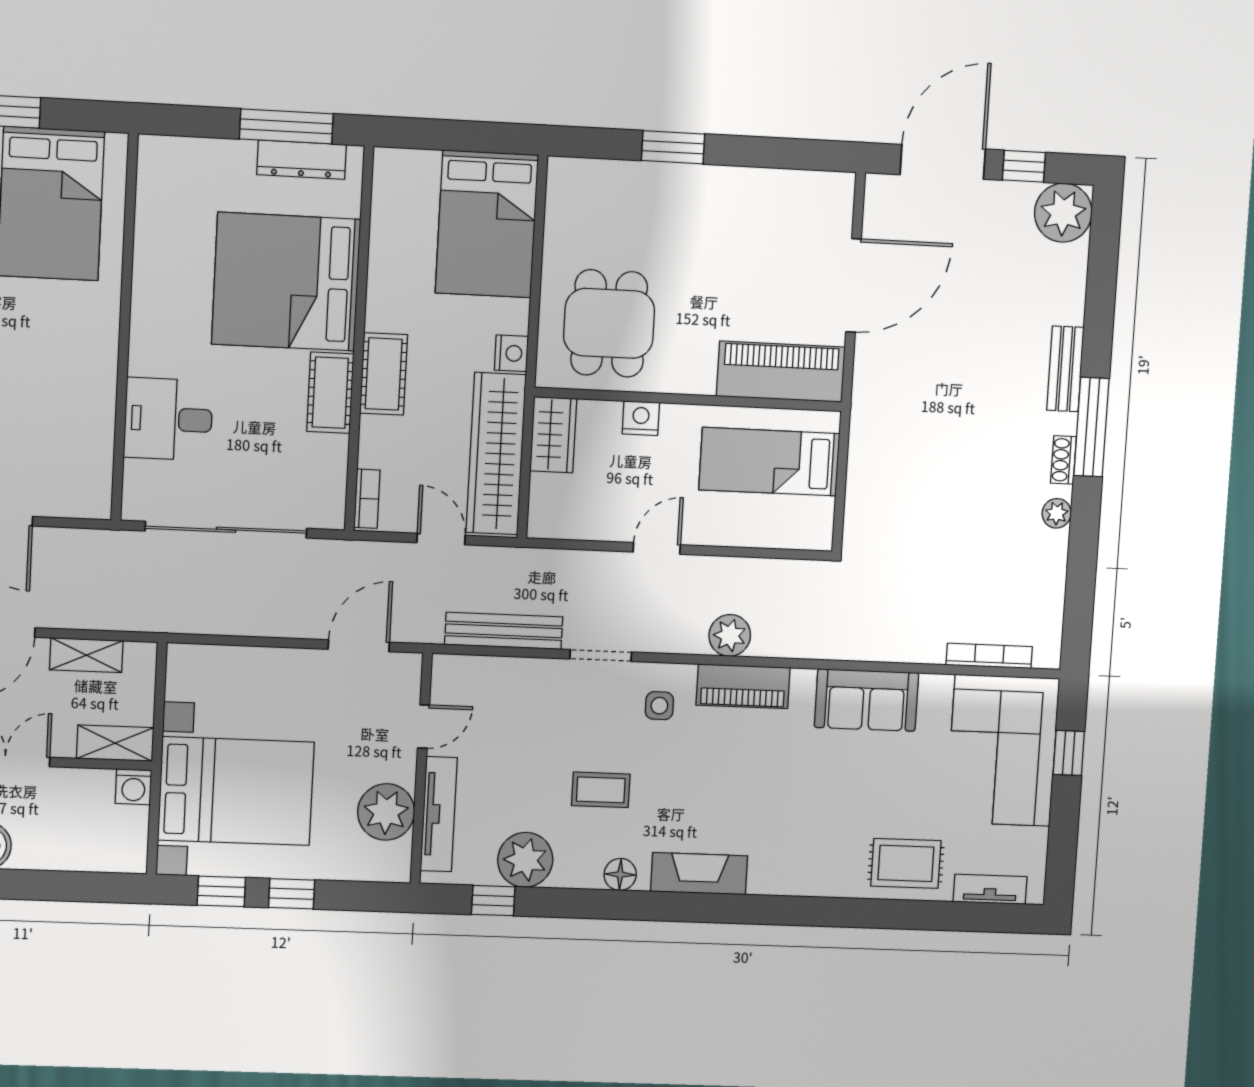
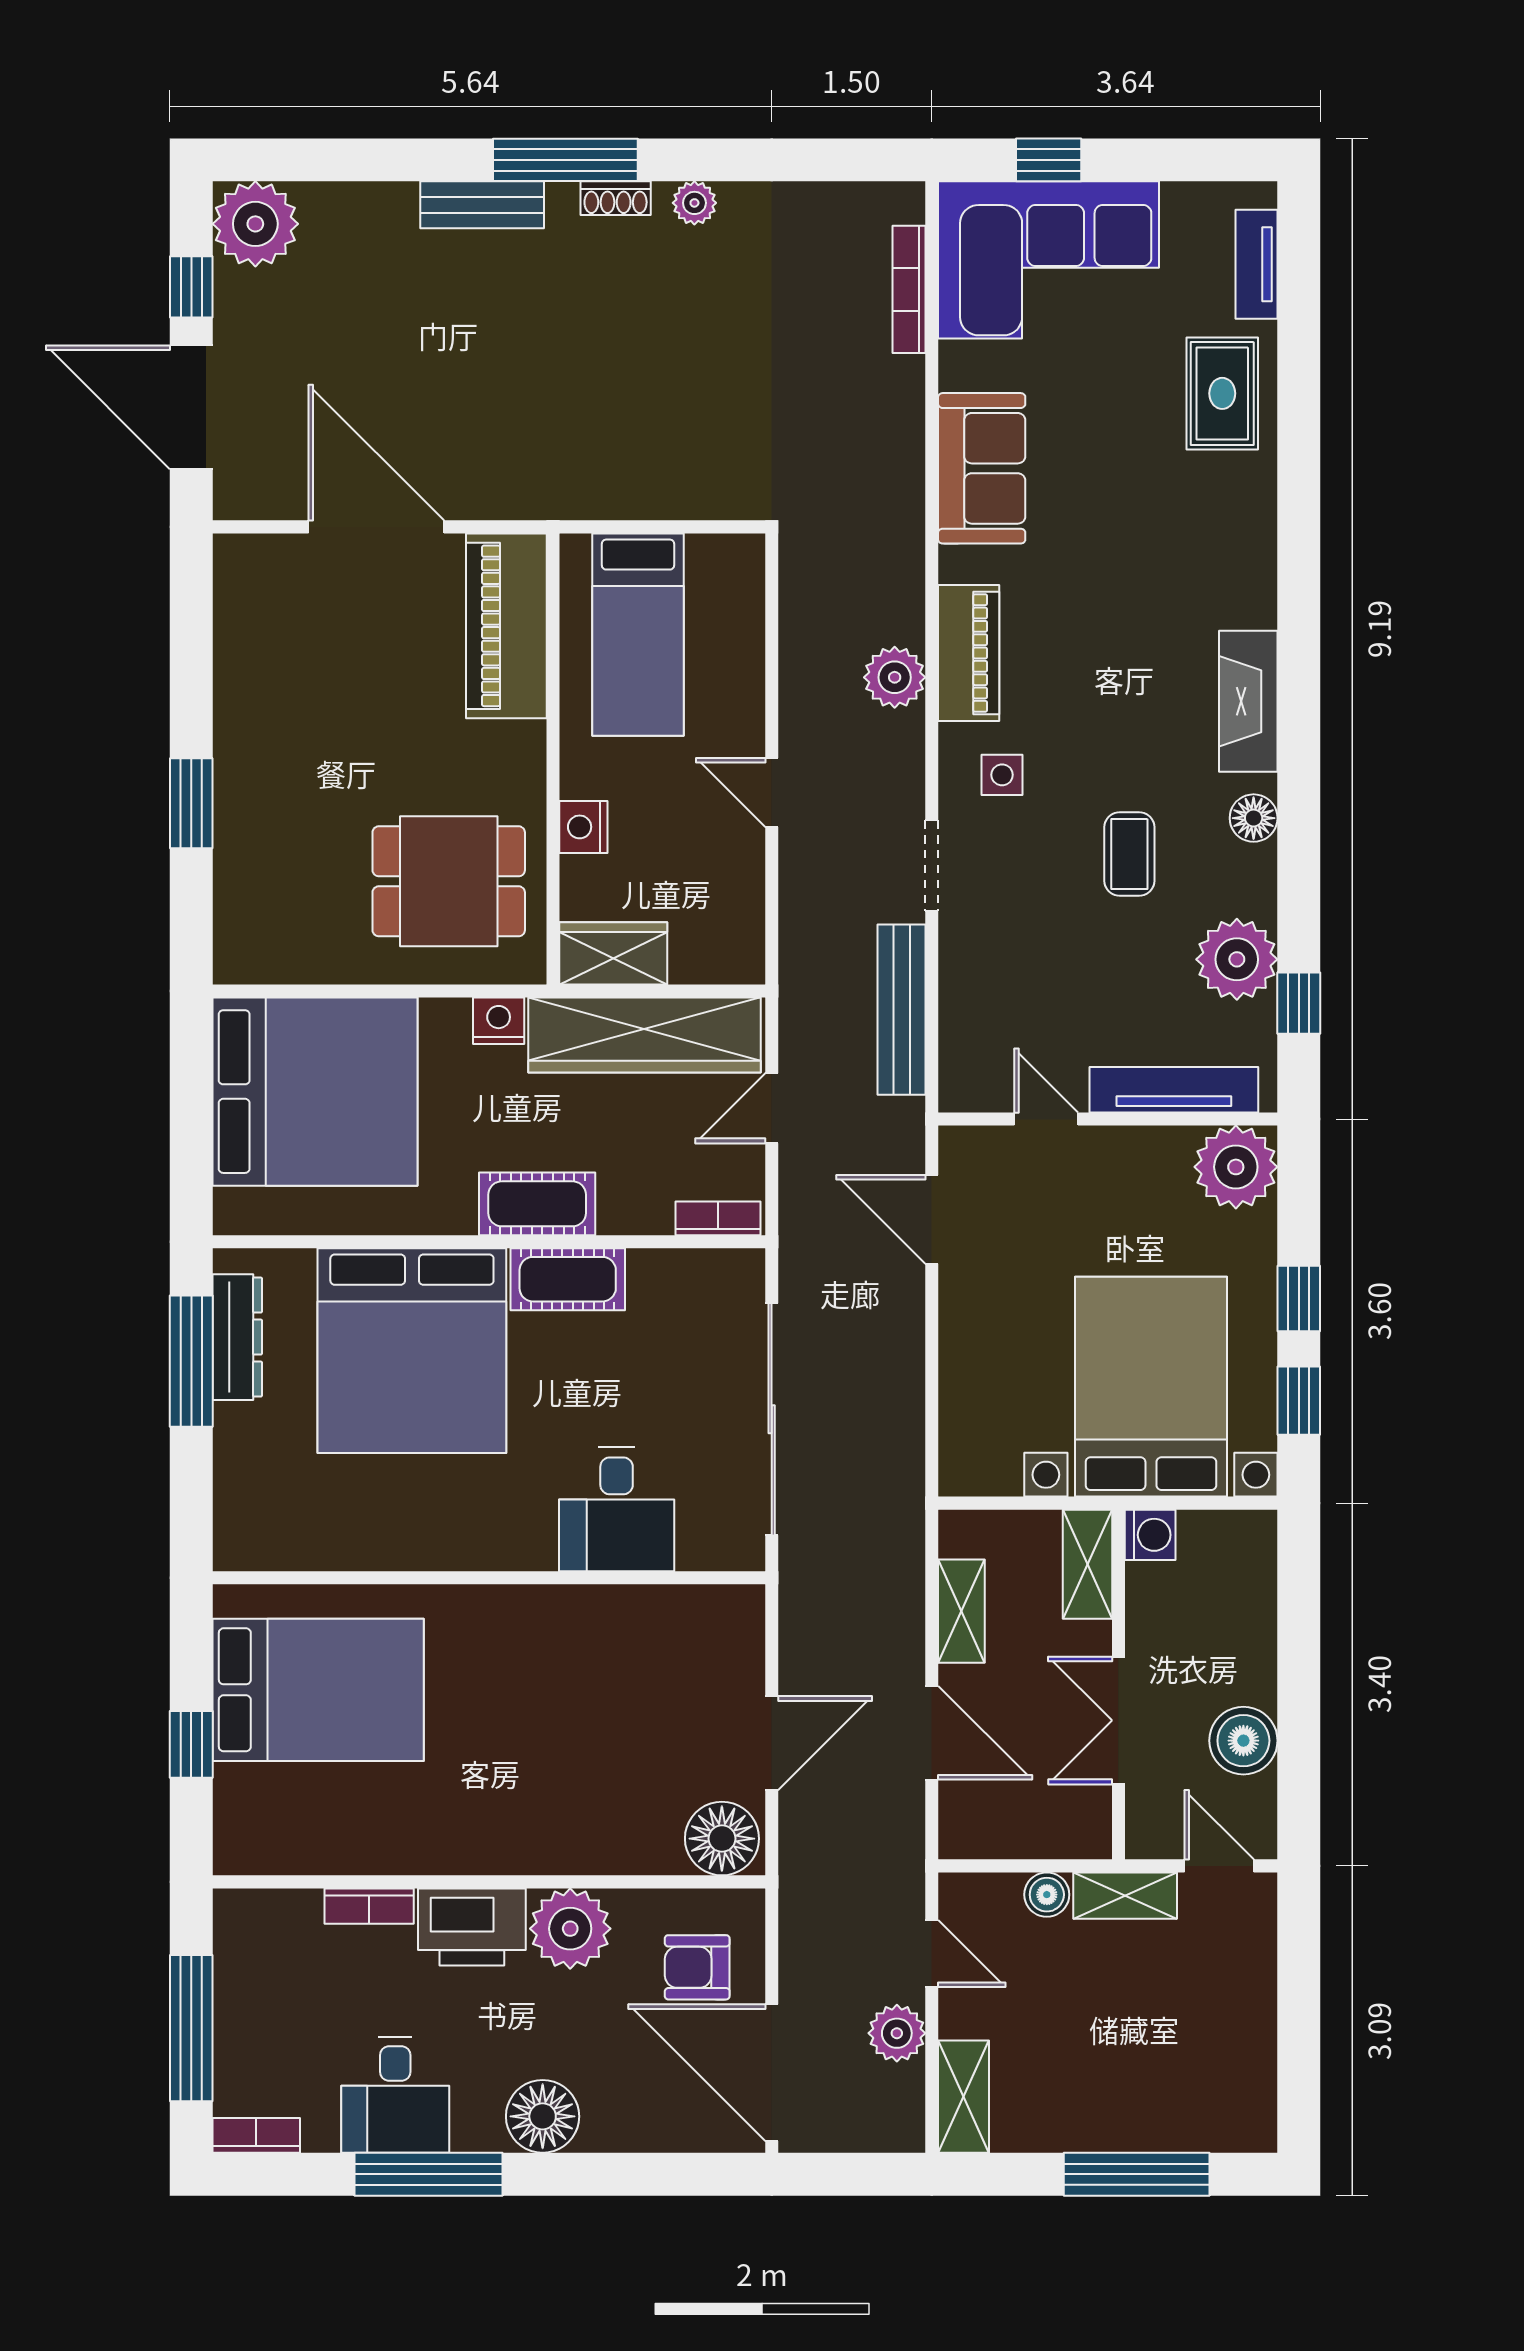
bed: (487, 224) -> (315, 1092), width x1.36
plant: (386, 812) -> (1236, 1167), moved

